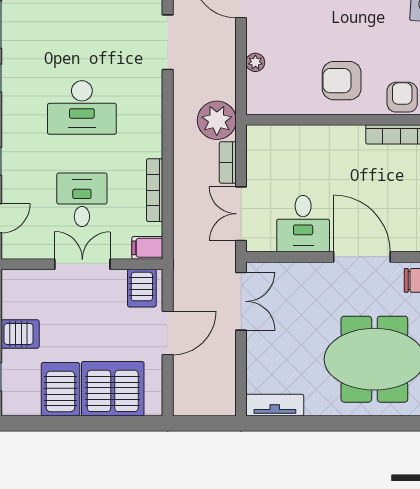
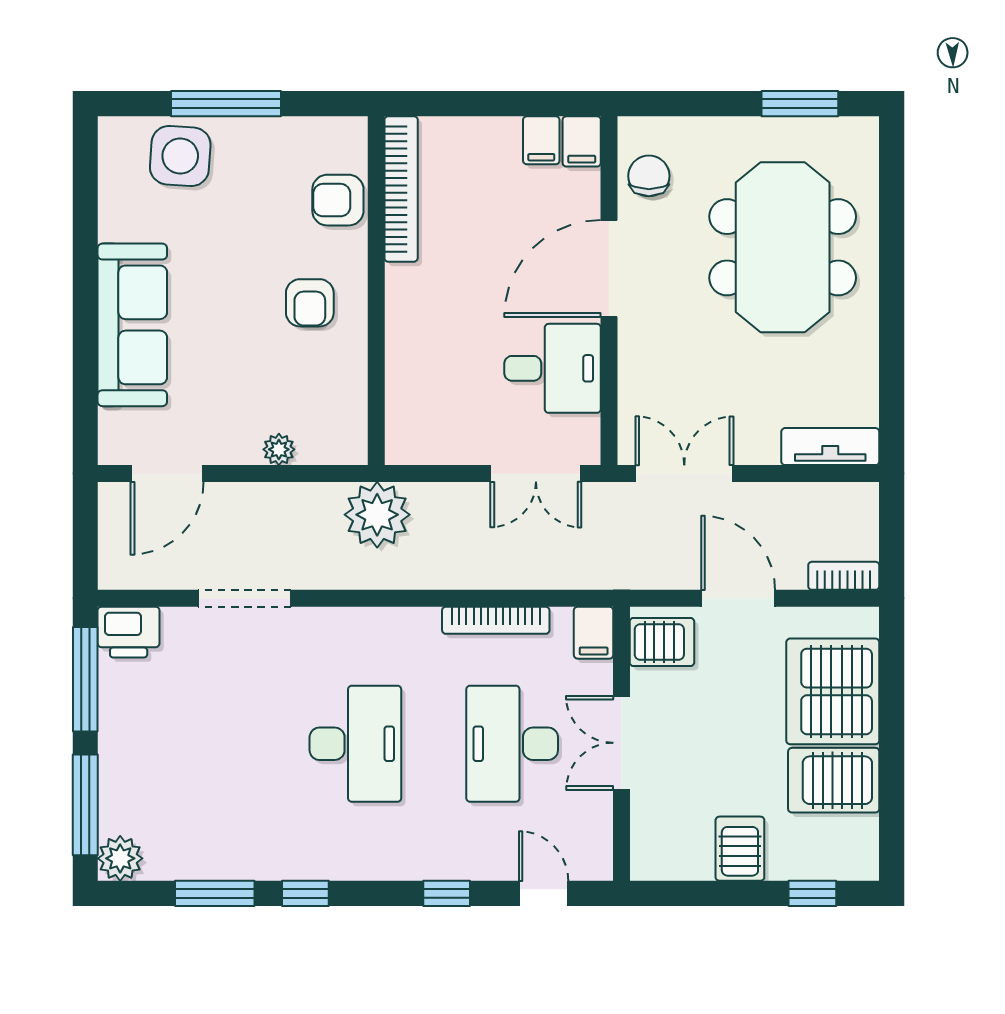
armchair: (342, 81) -> (310, 303), width x0.72, depth x0.72
bookcase: (228, 162) -> (844, 576), moved, turned 180
desk: (82, 200) -> (512, 744), width x1.37
tv unit: (275, 405) -> (830, 447), moved, turned 90

